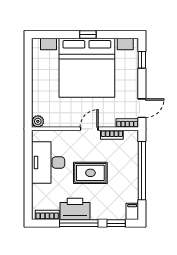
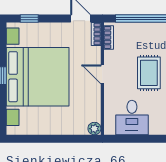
bookcase: (112, 135) -> (109, 37), moved
desk: (48, 162) -> (132, 118), width x0.73

